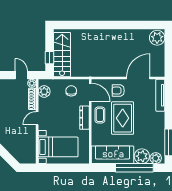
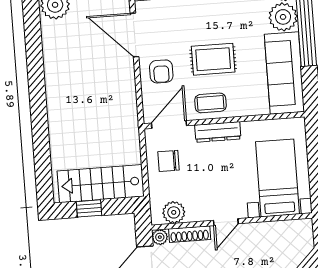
window: (50, 58) -> (89, 208), moved
door: (37, 118) -> (226, 222), hinge flipped
rug: (123, 118) -> (213, 59), width x0.73, depth x0.70

